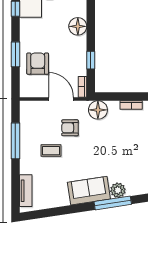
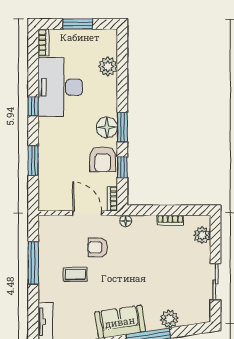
window: (91, 26) -> (122, 127), added
armchair: (38, 64) -> (103, 159), moved, turned 180
floor lamp: (98, 110) -> (126, 221), width x0.53, depth x0.53
plant: (118, 190) -> (169, 319), moved

